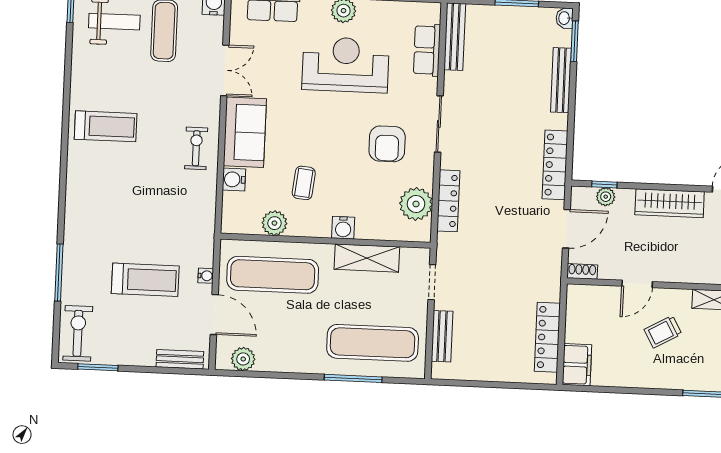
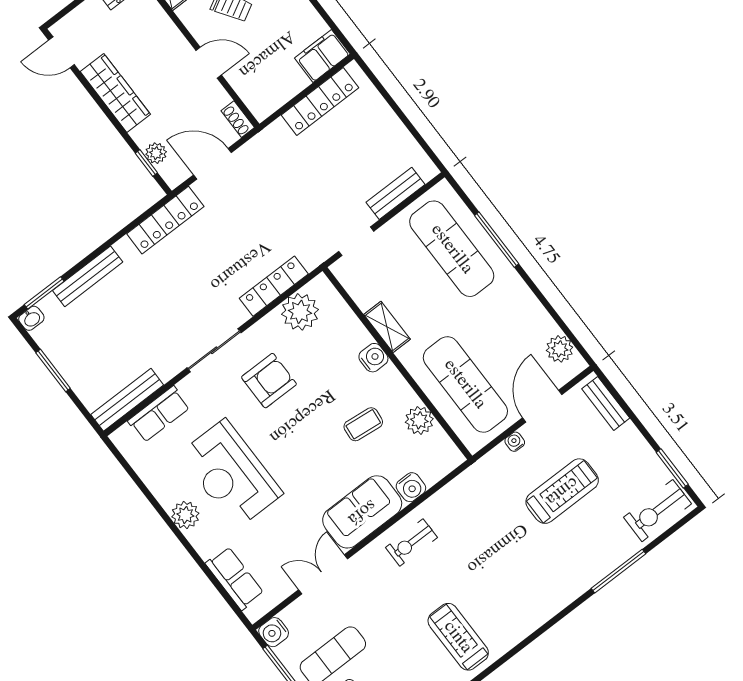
shelving: (367, 258) -> (387, 327), width x0.67, depth x0.75
treadmill: (145, 280) -> (562, 491), turned 90

